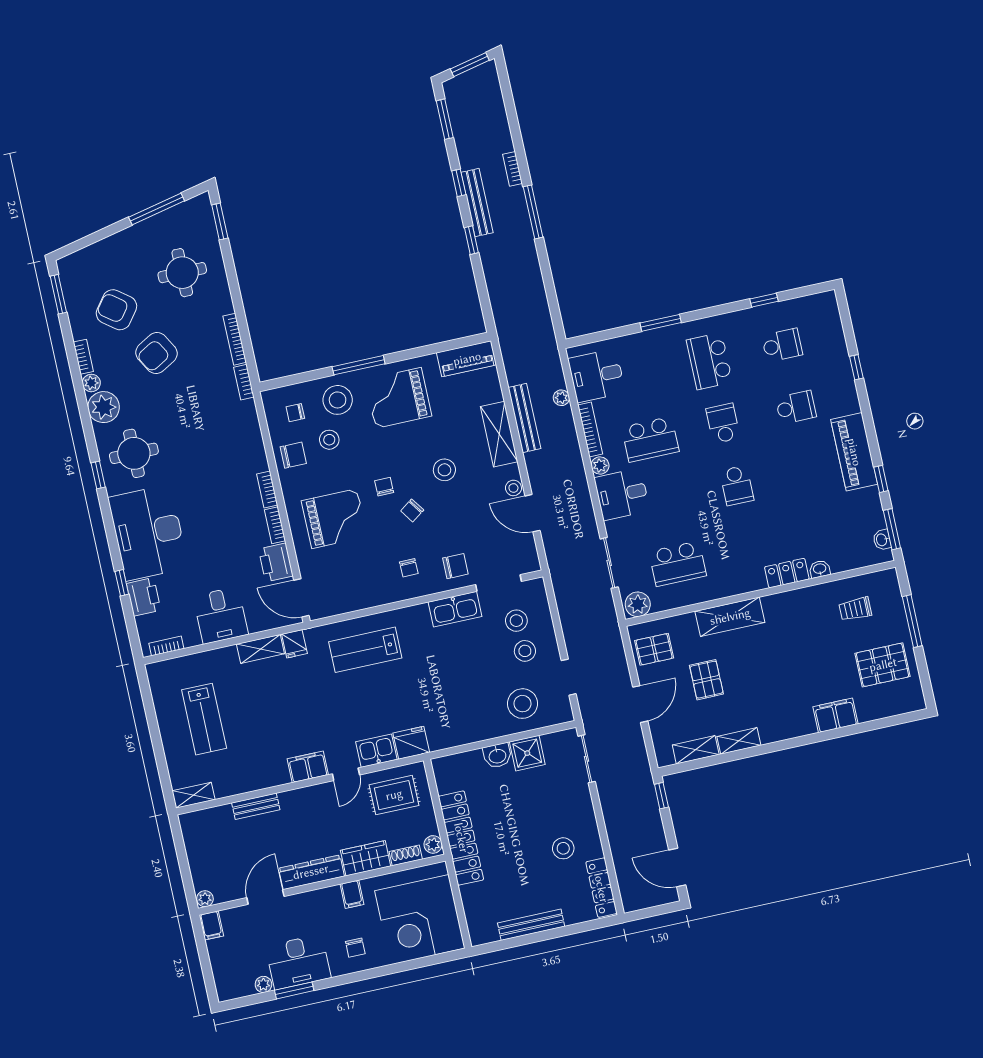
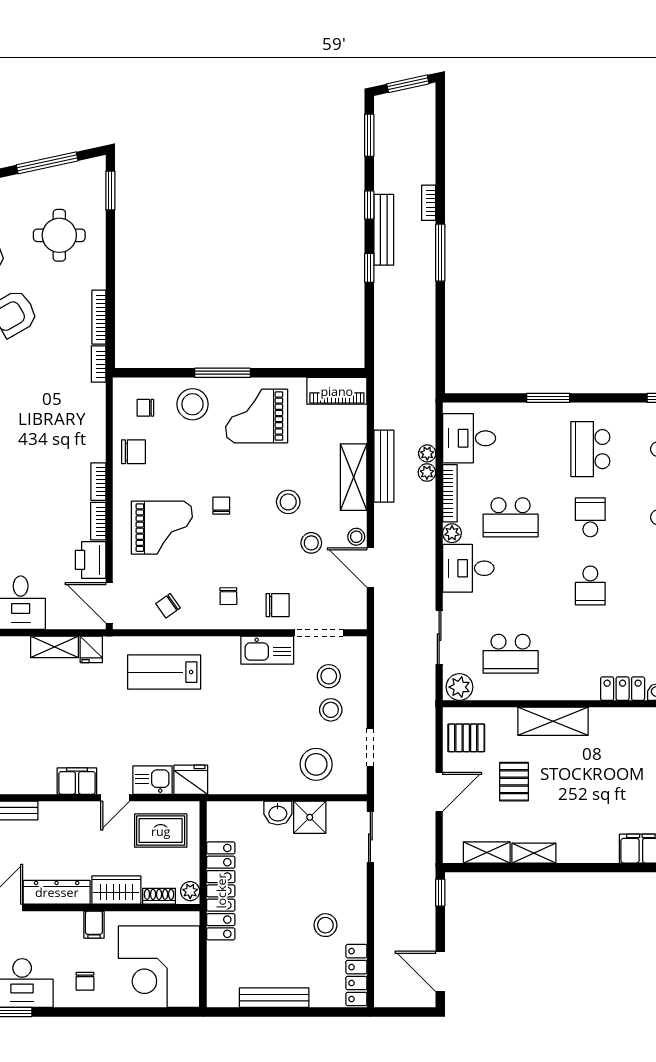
plant: (565, 415) -> (427, 472), added
stool: (329, 440) -> (311, 543), moved
chair: (412, 510) -> (168, 606), moved

